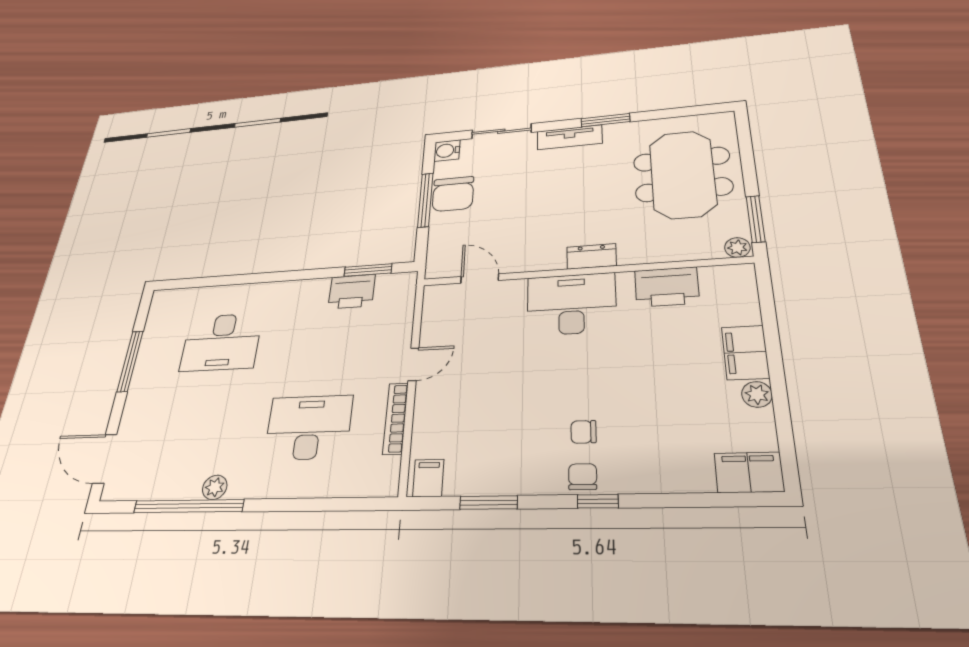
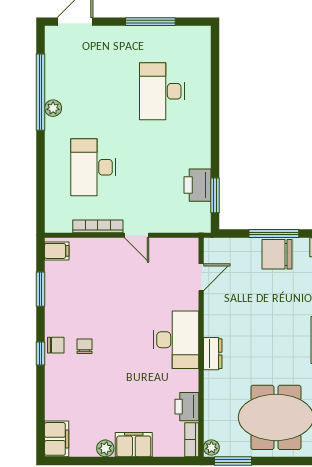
bookcase: (728, 273) -> (192, 440), added
printer: (667, 287) -> (187, 407), width x0.73, depth x0.84
desk: (308, 427) -> (93, 167), turned 180

